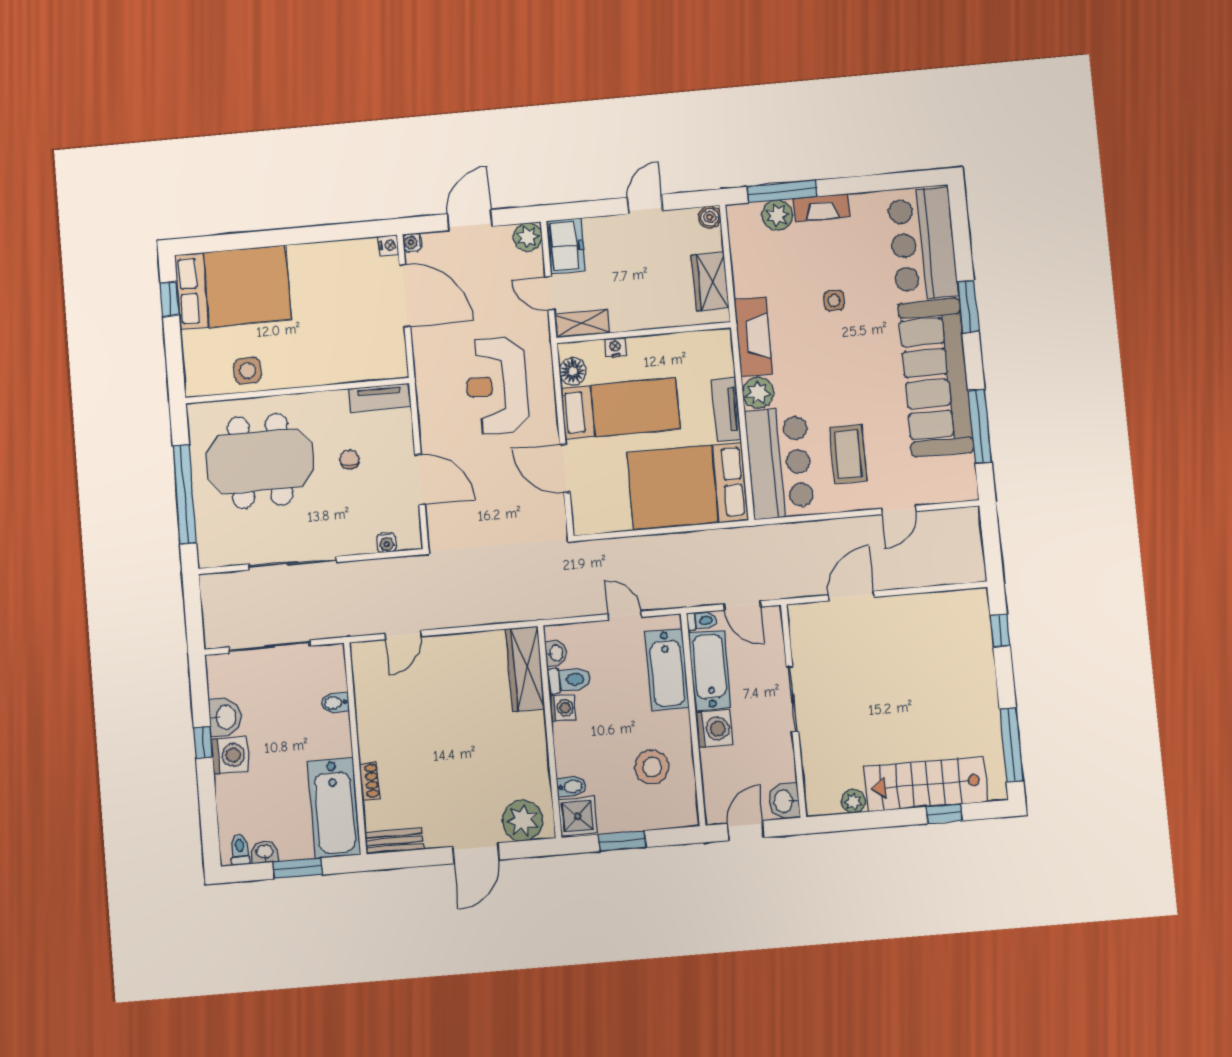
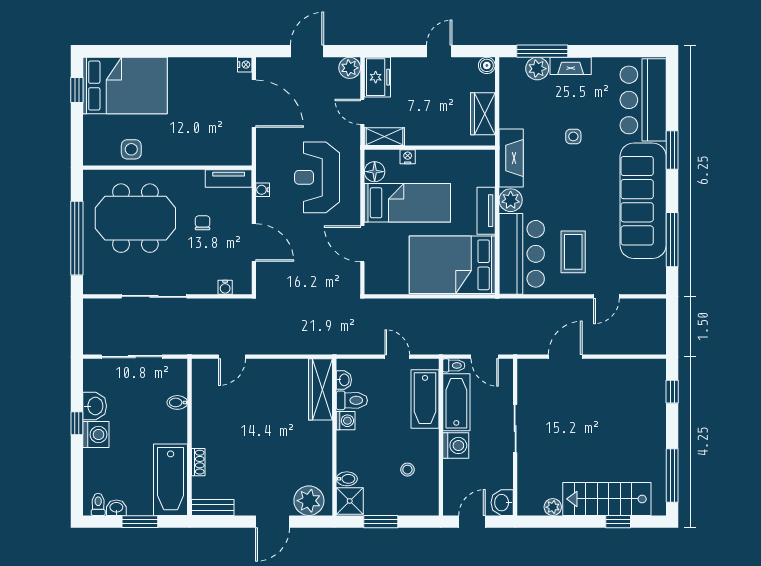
water cooler: (412, 242) -> (263, 190), moved
stool: (652, 767) -> (407, 470), width x0.53, depth x0.53

